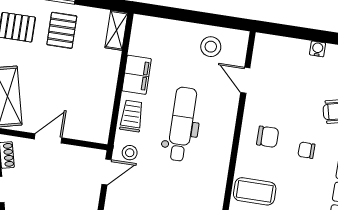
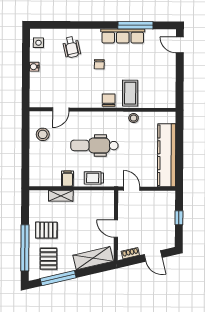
shelving: (116, 30) -> (61, 196), moved
filing cabinet: (137, 75) -> (67, 179), width x0.50
chair: (268, 137) -> (109, 100), moved
stool: (130, 153) -> (134, 118), moved

